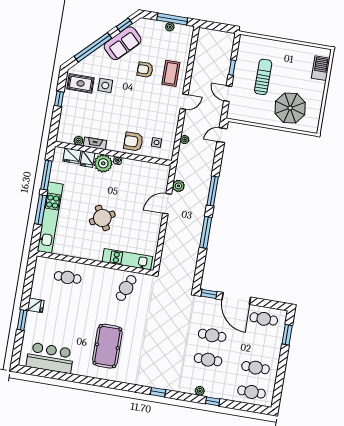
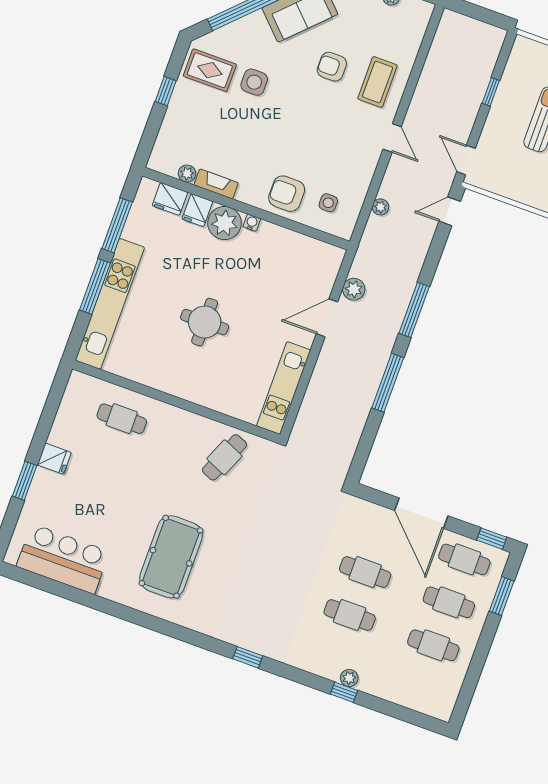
door: (228, 94) -> (466, 160), moved
door: (184, 102) -> (392, 138), hinge flipped
round table: (102, 218) -> (205, 322), turned 30
kitchen unit: (127, 259) -> (284, 388), moved, turned -90
window: (209, 294) -> (492, 539), moved
plant: (200, 391) -> (349, 678), moved
cafe table: (251, 392) -> (449, 602), moved

